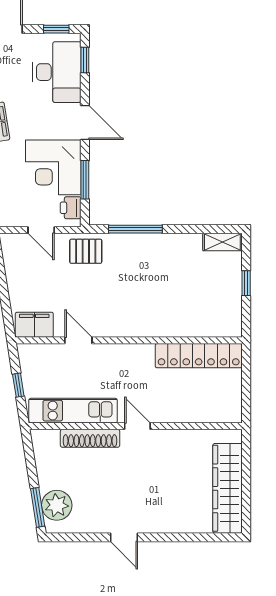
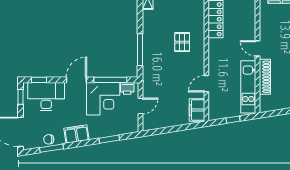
window: (85, 180) -> (110, 80), width x1.44
pallet: (86, 251) -> (182, 42), moved
door: (137, 426) -> (258, 48), hinge flipped

